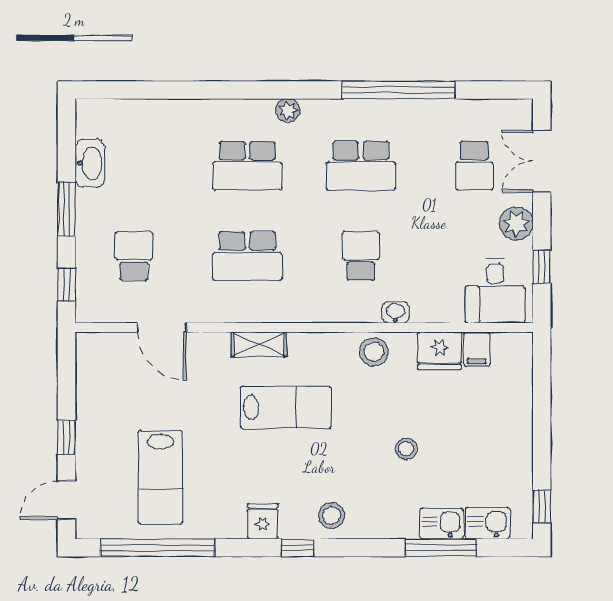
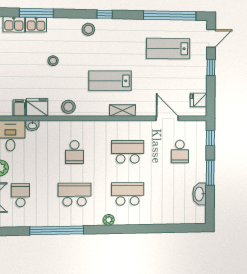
washbasin: (396, 312) -> (32, 125), moved
lab bench: (160, 477) -> (168, 49), turned -90
fridge: (263, 521) -> (199, 100), moved, turned 90

